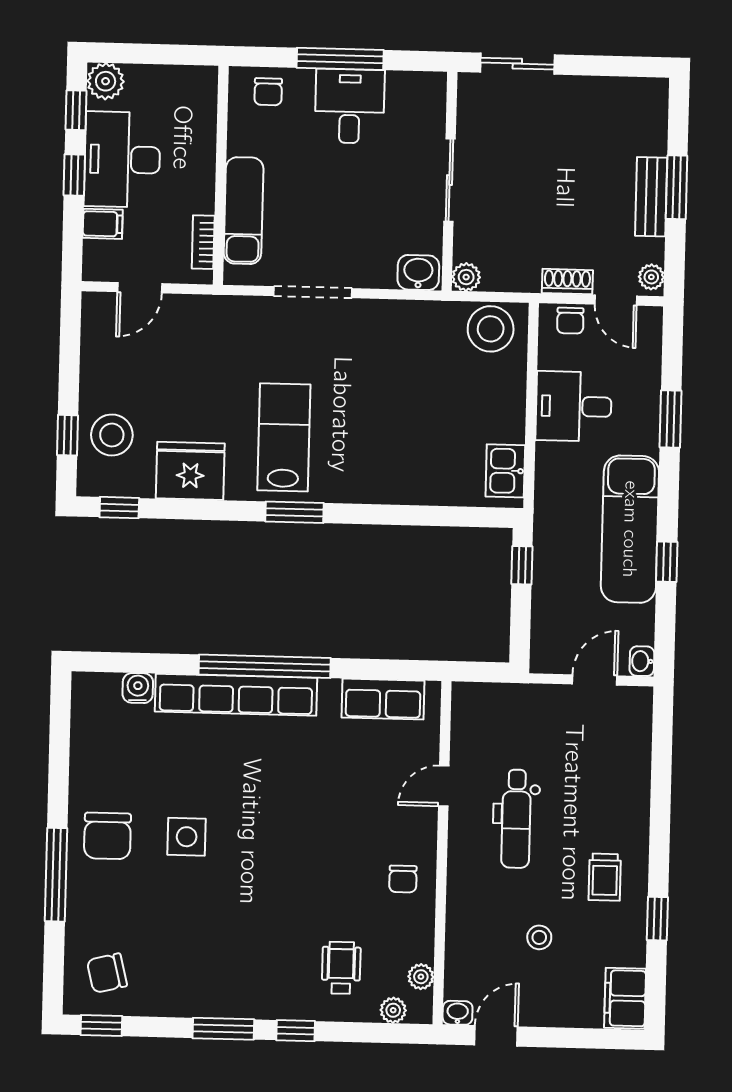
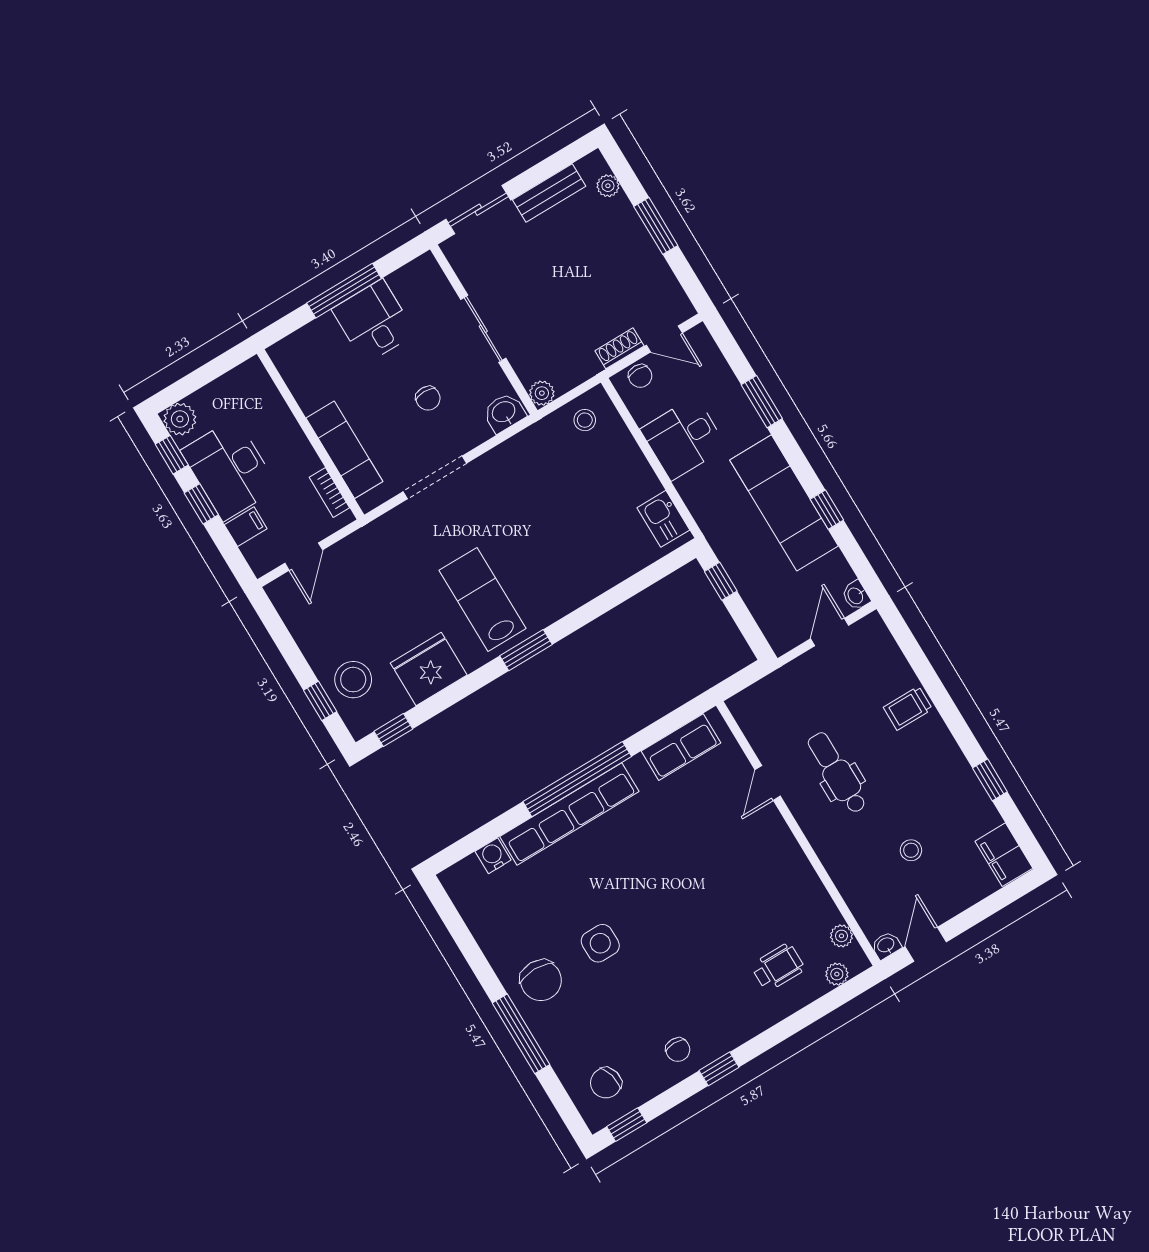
chair: (268, 92) -> (428, 398), moved
bench: (651, 197) -> (549, 193), moved, turned 90
plant: (651, 277) -> (608, 186), moved
stool: (491, 329) -> (585, 420), width x0.53, depth x0.53
dental chair: (516, 819) -> (837, 773), turned 180
trolley: (605, 877) -> (908, 708), moved, turned 90
chair: (403, 879) -> (678, 1050), moved
wheelchair: (341, 968) -> (778, 967), turned 90
window: (223, 1029) -> (719, 1069), width x0.67
window: (296, 1031) -> (774, 1036), removed

